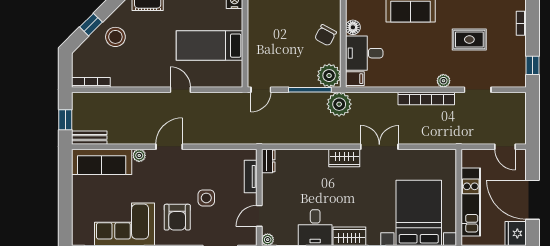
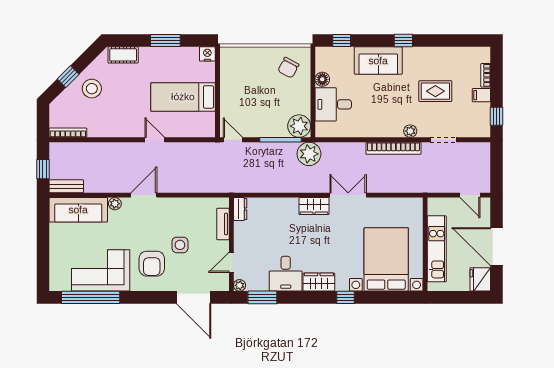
chair: (326, 35) -> (288, 68), moved
filing cabinet: (355, 79) -> (481, 95), moved, turned 180
door: (261, 90) -> (233, 140), swing flipped

